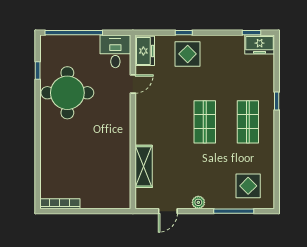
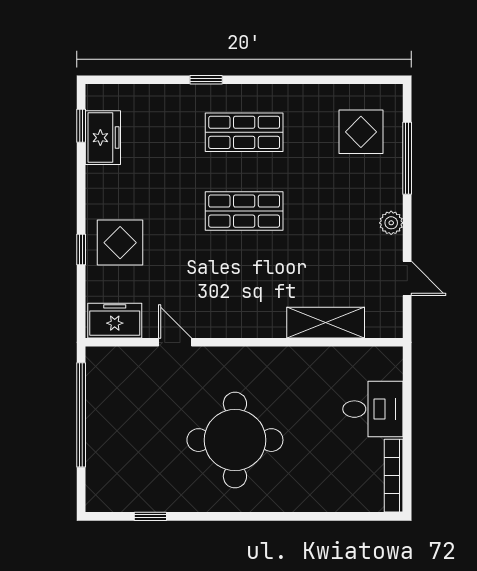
window: (74, 33) -> (81, 415), moved
freezer: (260, 44) -> (103, 138), moved
desk: (115, 51) -> (373, 409), moved, turned 180
round table: (67, 93) -> (235, 440), moved

